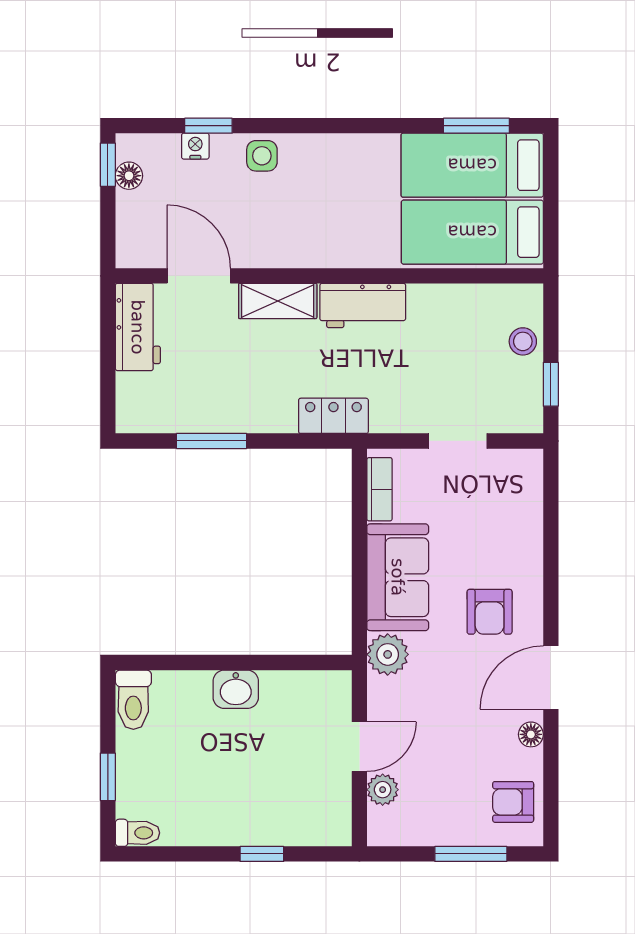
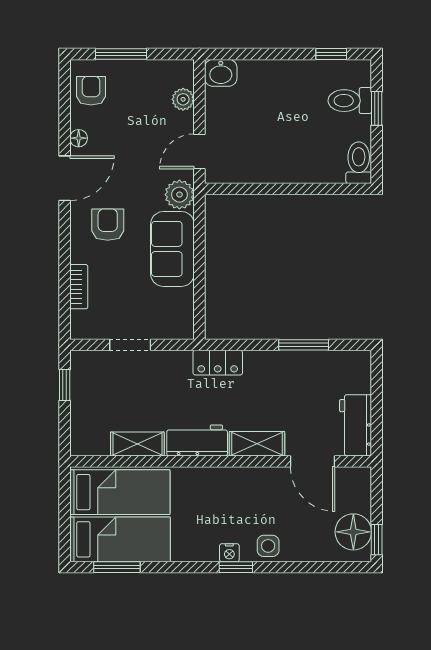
window: (208, 126) -> (236, 567), moved
nightstand: (195, 146) -> (229, 553), moved
floor lamp: (129, 176) -> (353, 532), width x1.89, depth x1.89
shelving: (447, 300) -> (137, 444), added
stool: (523, 341) -> (84, 415), removed
bookcase: (380, 489) -> (79, 287), moved, turned 180
washbasin: (236, 689) -> (221, 73), moved, turned 180
door: (359, 747) -> (199, 151), moved
armchair: (513, 802) -> (91, 91), turned -90
toilet: (137, 833) -> (350, 101), moved, width x1.37, depth x1.39
window: (262, 854) -> (331, 54), moved

